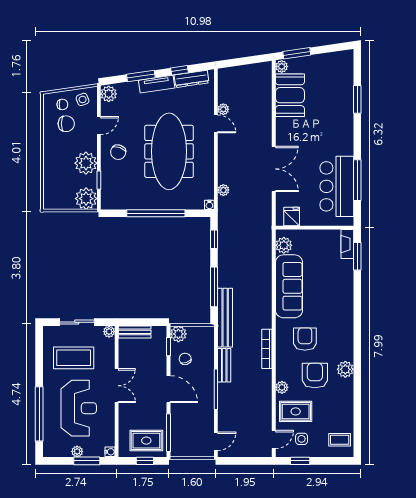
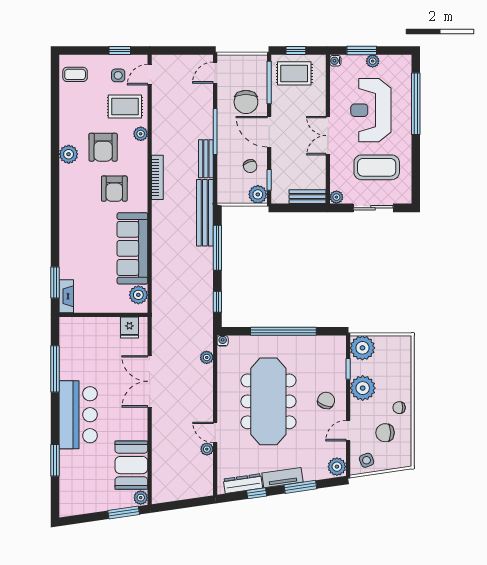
chair: (62, 104) -> (399, 408), moved
bar counter: (337, 186) -> (78, 415), moved
chair: (189, 415) -> (246, 102), added

